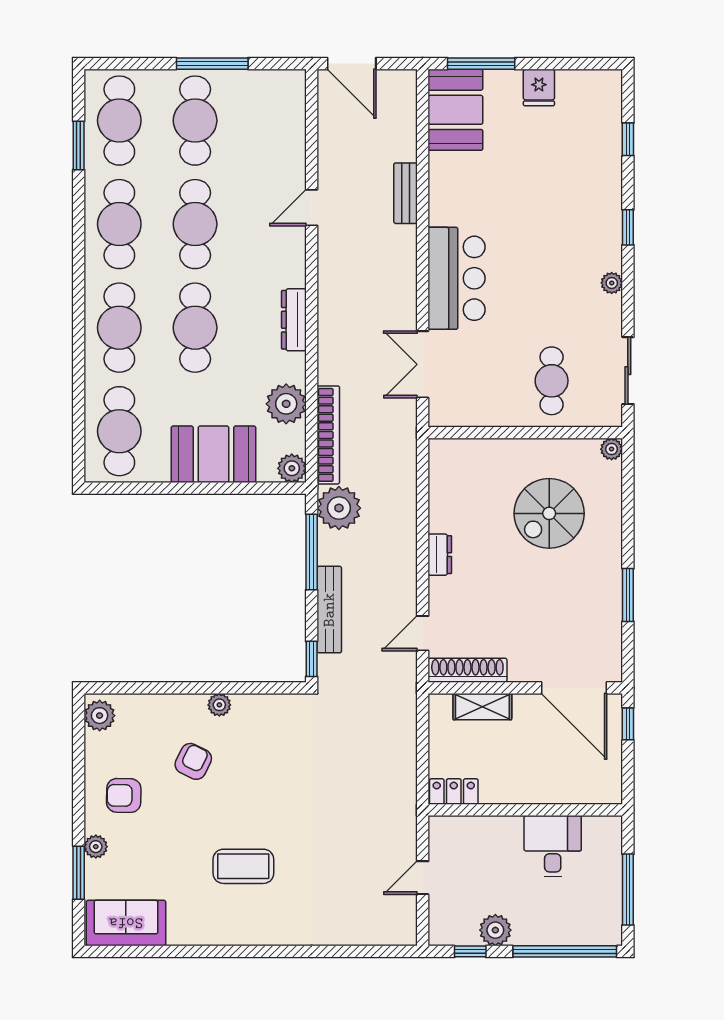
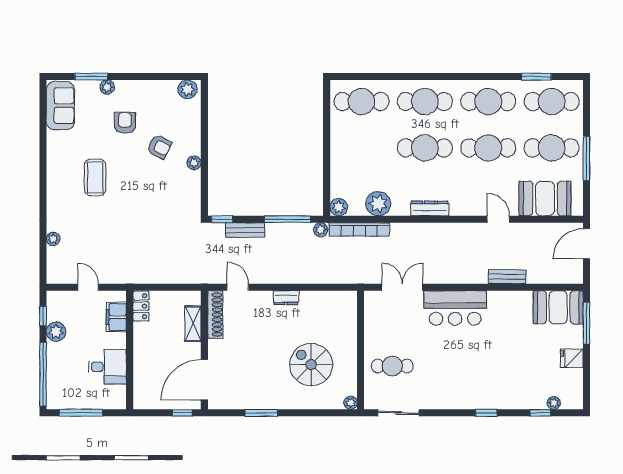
plant: (612, 283) -> (554, 403), moved
booth: (213, 454) -> (545, 198), moved, turned 90
plant: (339, 508) -> (321, 230), width x0.53, depth x0.53
bench: (329, 610) -> (245, 230), width x0.73
armchair: (124, 795) -> (125, 123), moved
filing cabinet: (472, 832) -> (116, 317), added
plant: (344, 935) -> (53, 239), added

